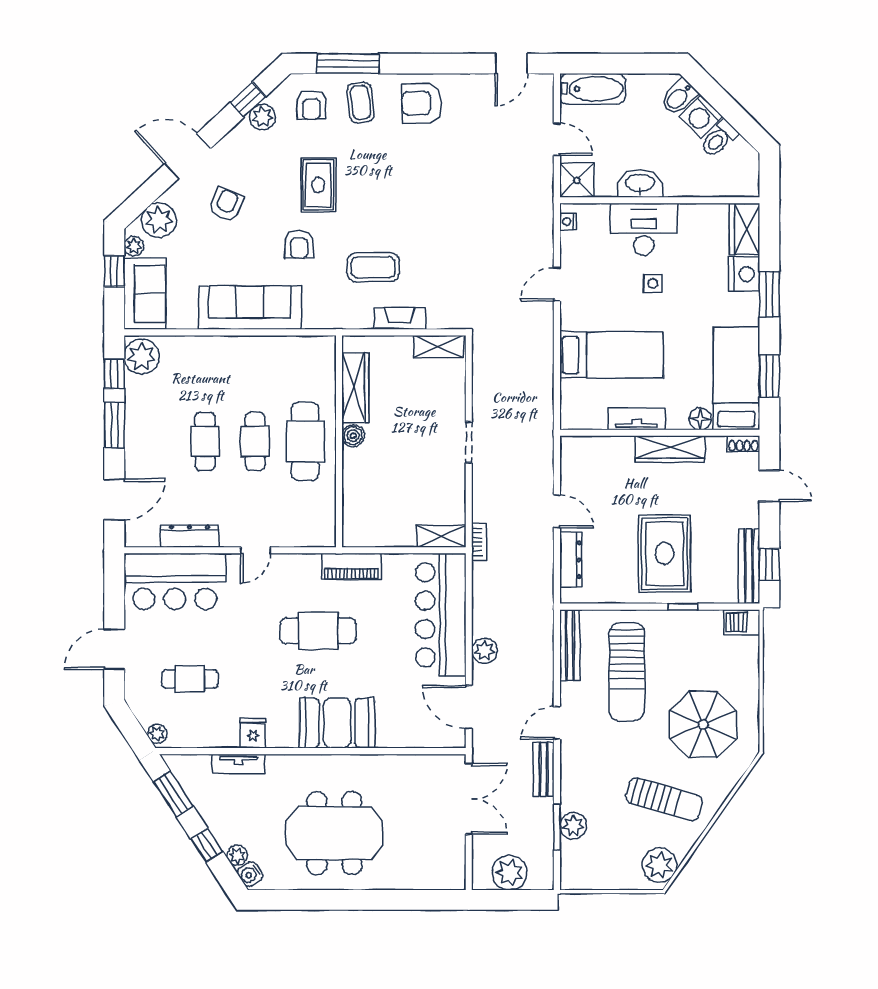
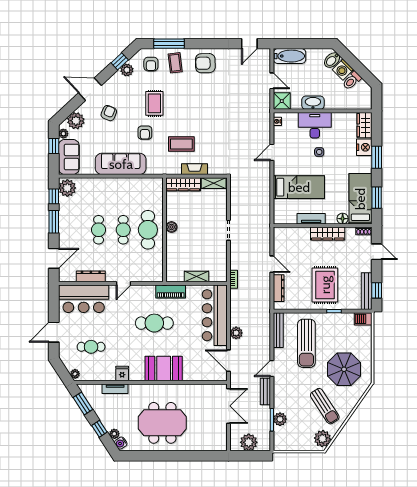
wardrobe: (355, 388) -> (183, 184), moved, turned 90
shelving: (441, 536) -> (197, 277), moved
sun lounger: (664, 799) -> (325, 406), turned 41

